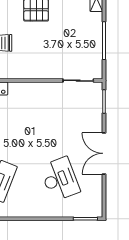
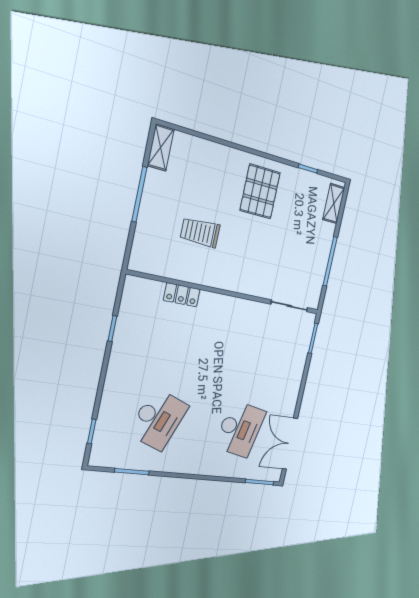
double door: (104, 153) -> (290, 444), moved
desk: (60, 179) -> (240, 429), turned 33

